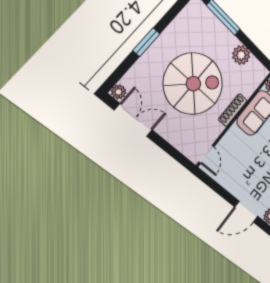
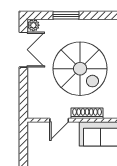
window: (146, 42) -> (66, 15), moved
door: (206, 154) -> (59, 120), moved

